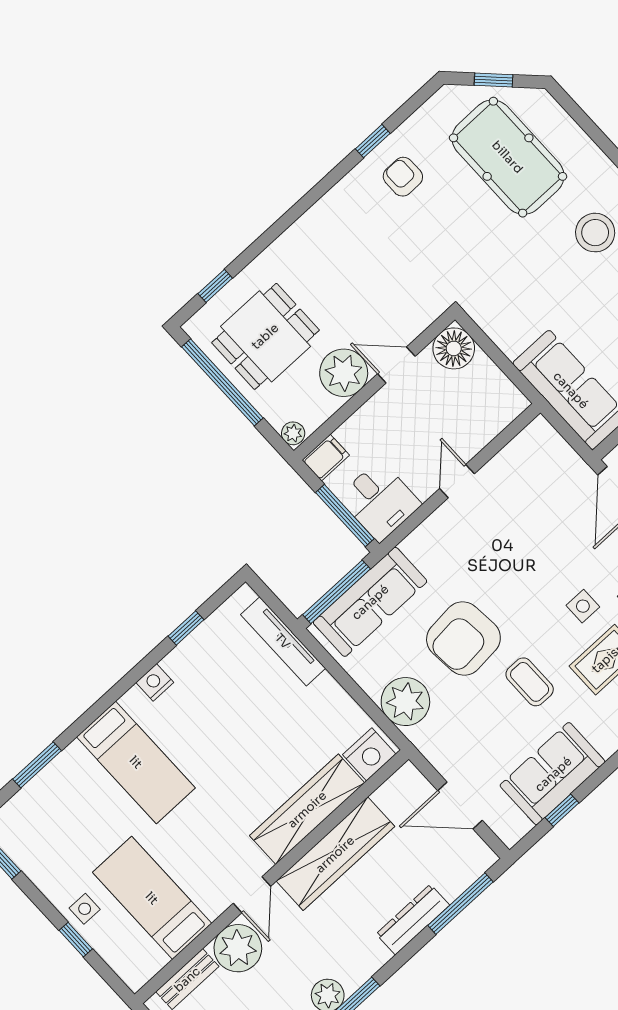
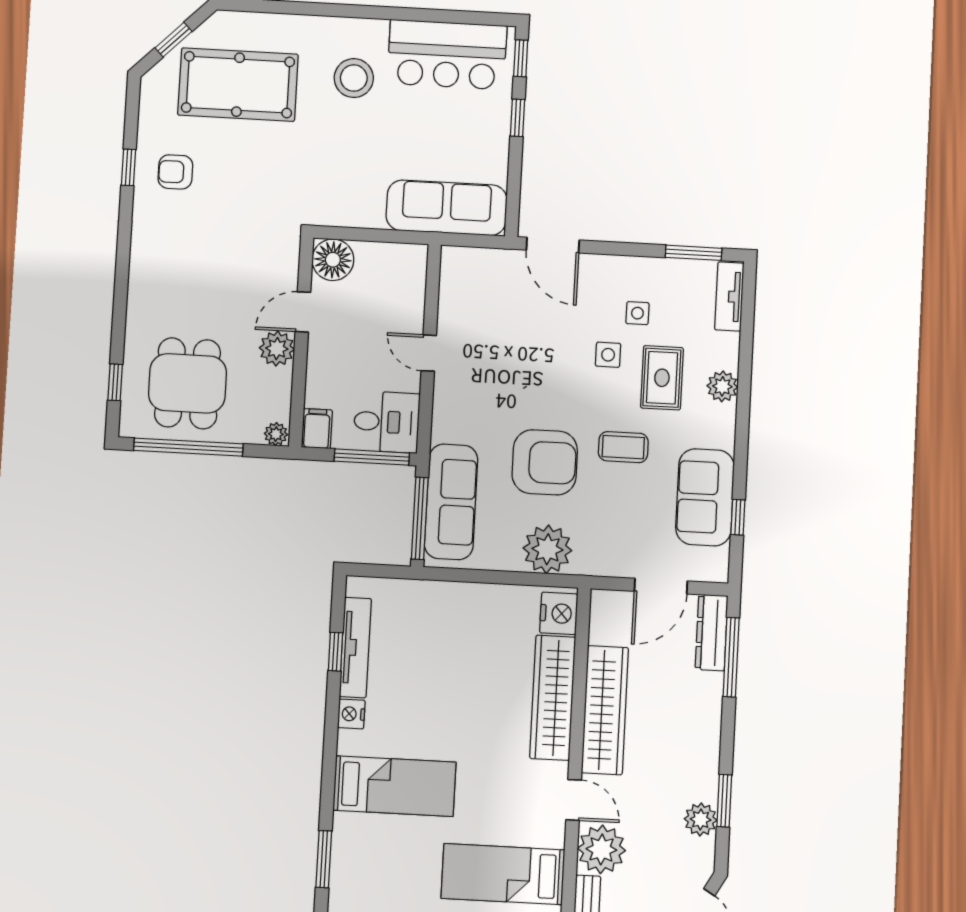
plant: (344, 373) -> (277, 349), width x0.73, depth x0.73
armchair: (463, 638) -> (545, 462), turned -85
tv unit: (283, 641) -> (355, 647), moved, turned -90
dresser: (413, 920) -> (711, 633), moved

